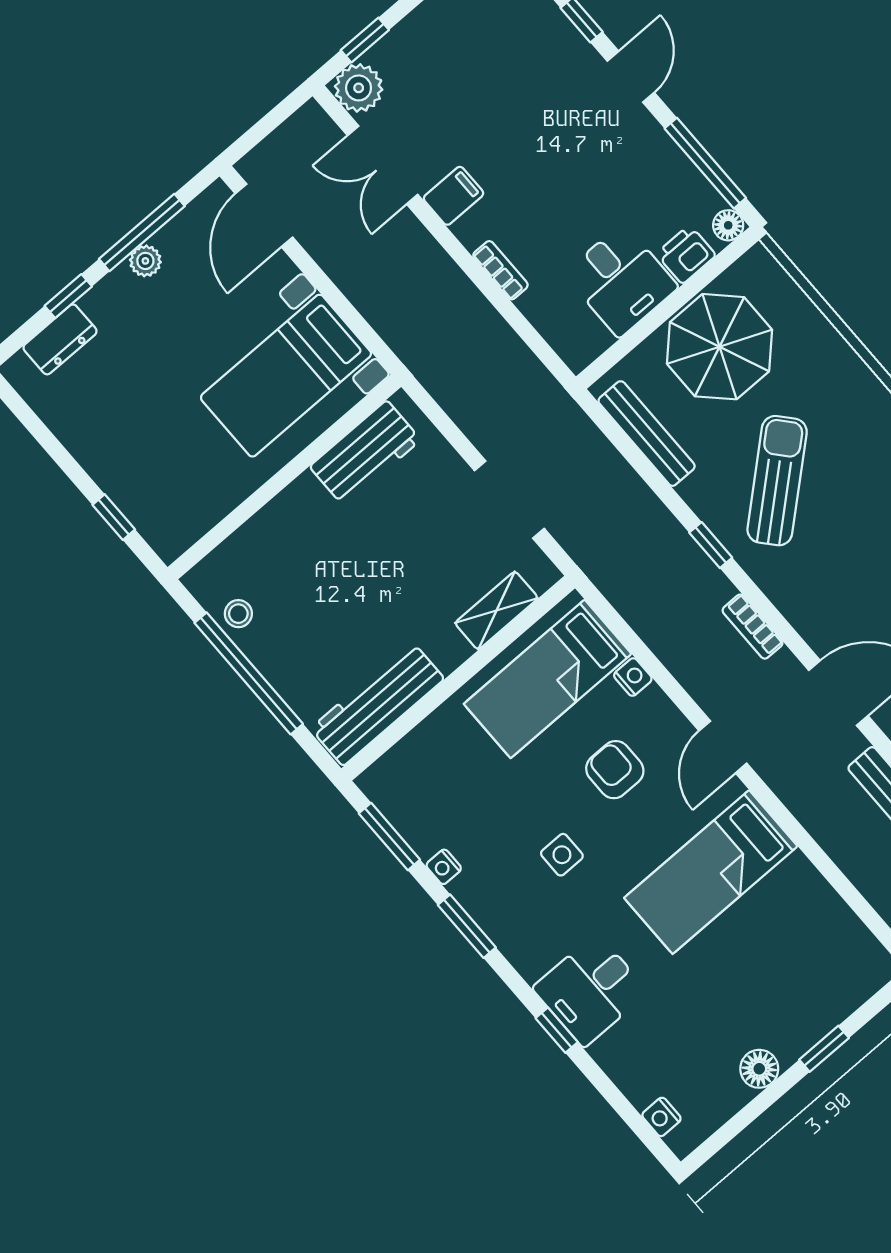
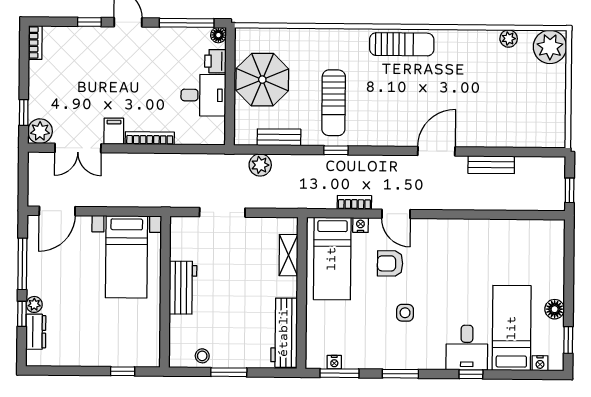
door: (264, 215) -> (57, 211), hinge flipped
plant: (145, 261) -> (34, 304), moved
bookcase: (500, 270) -> (150, 138), width x1.56
bench: (647, 434) -> (279, 137), width x0.73
workbench: (365, 453) -> (183, 288), moved
plant: (592, 453) -> (260, 165), added
sun lounger: (777, 481) -> (334, 103), turned -139
doorway: (509, 500) -> (222, 212), moved
bookcase: (753, 627) -> (354, 202), moved, turned 180
window: (249, 673) -> (229, 372), width x0.47
door: (723, 747) -> (396, 214), moved
nightstand: (444, 867) -> (334, 362), moved
bed: (711, 872) -> (512, 328), moved, turned 180
window: (824, 1049) -> (568, 340), moved

